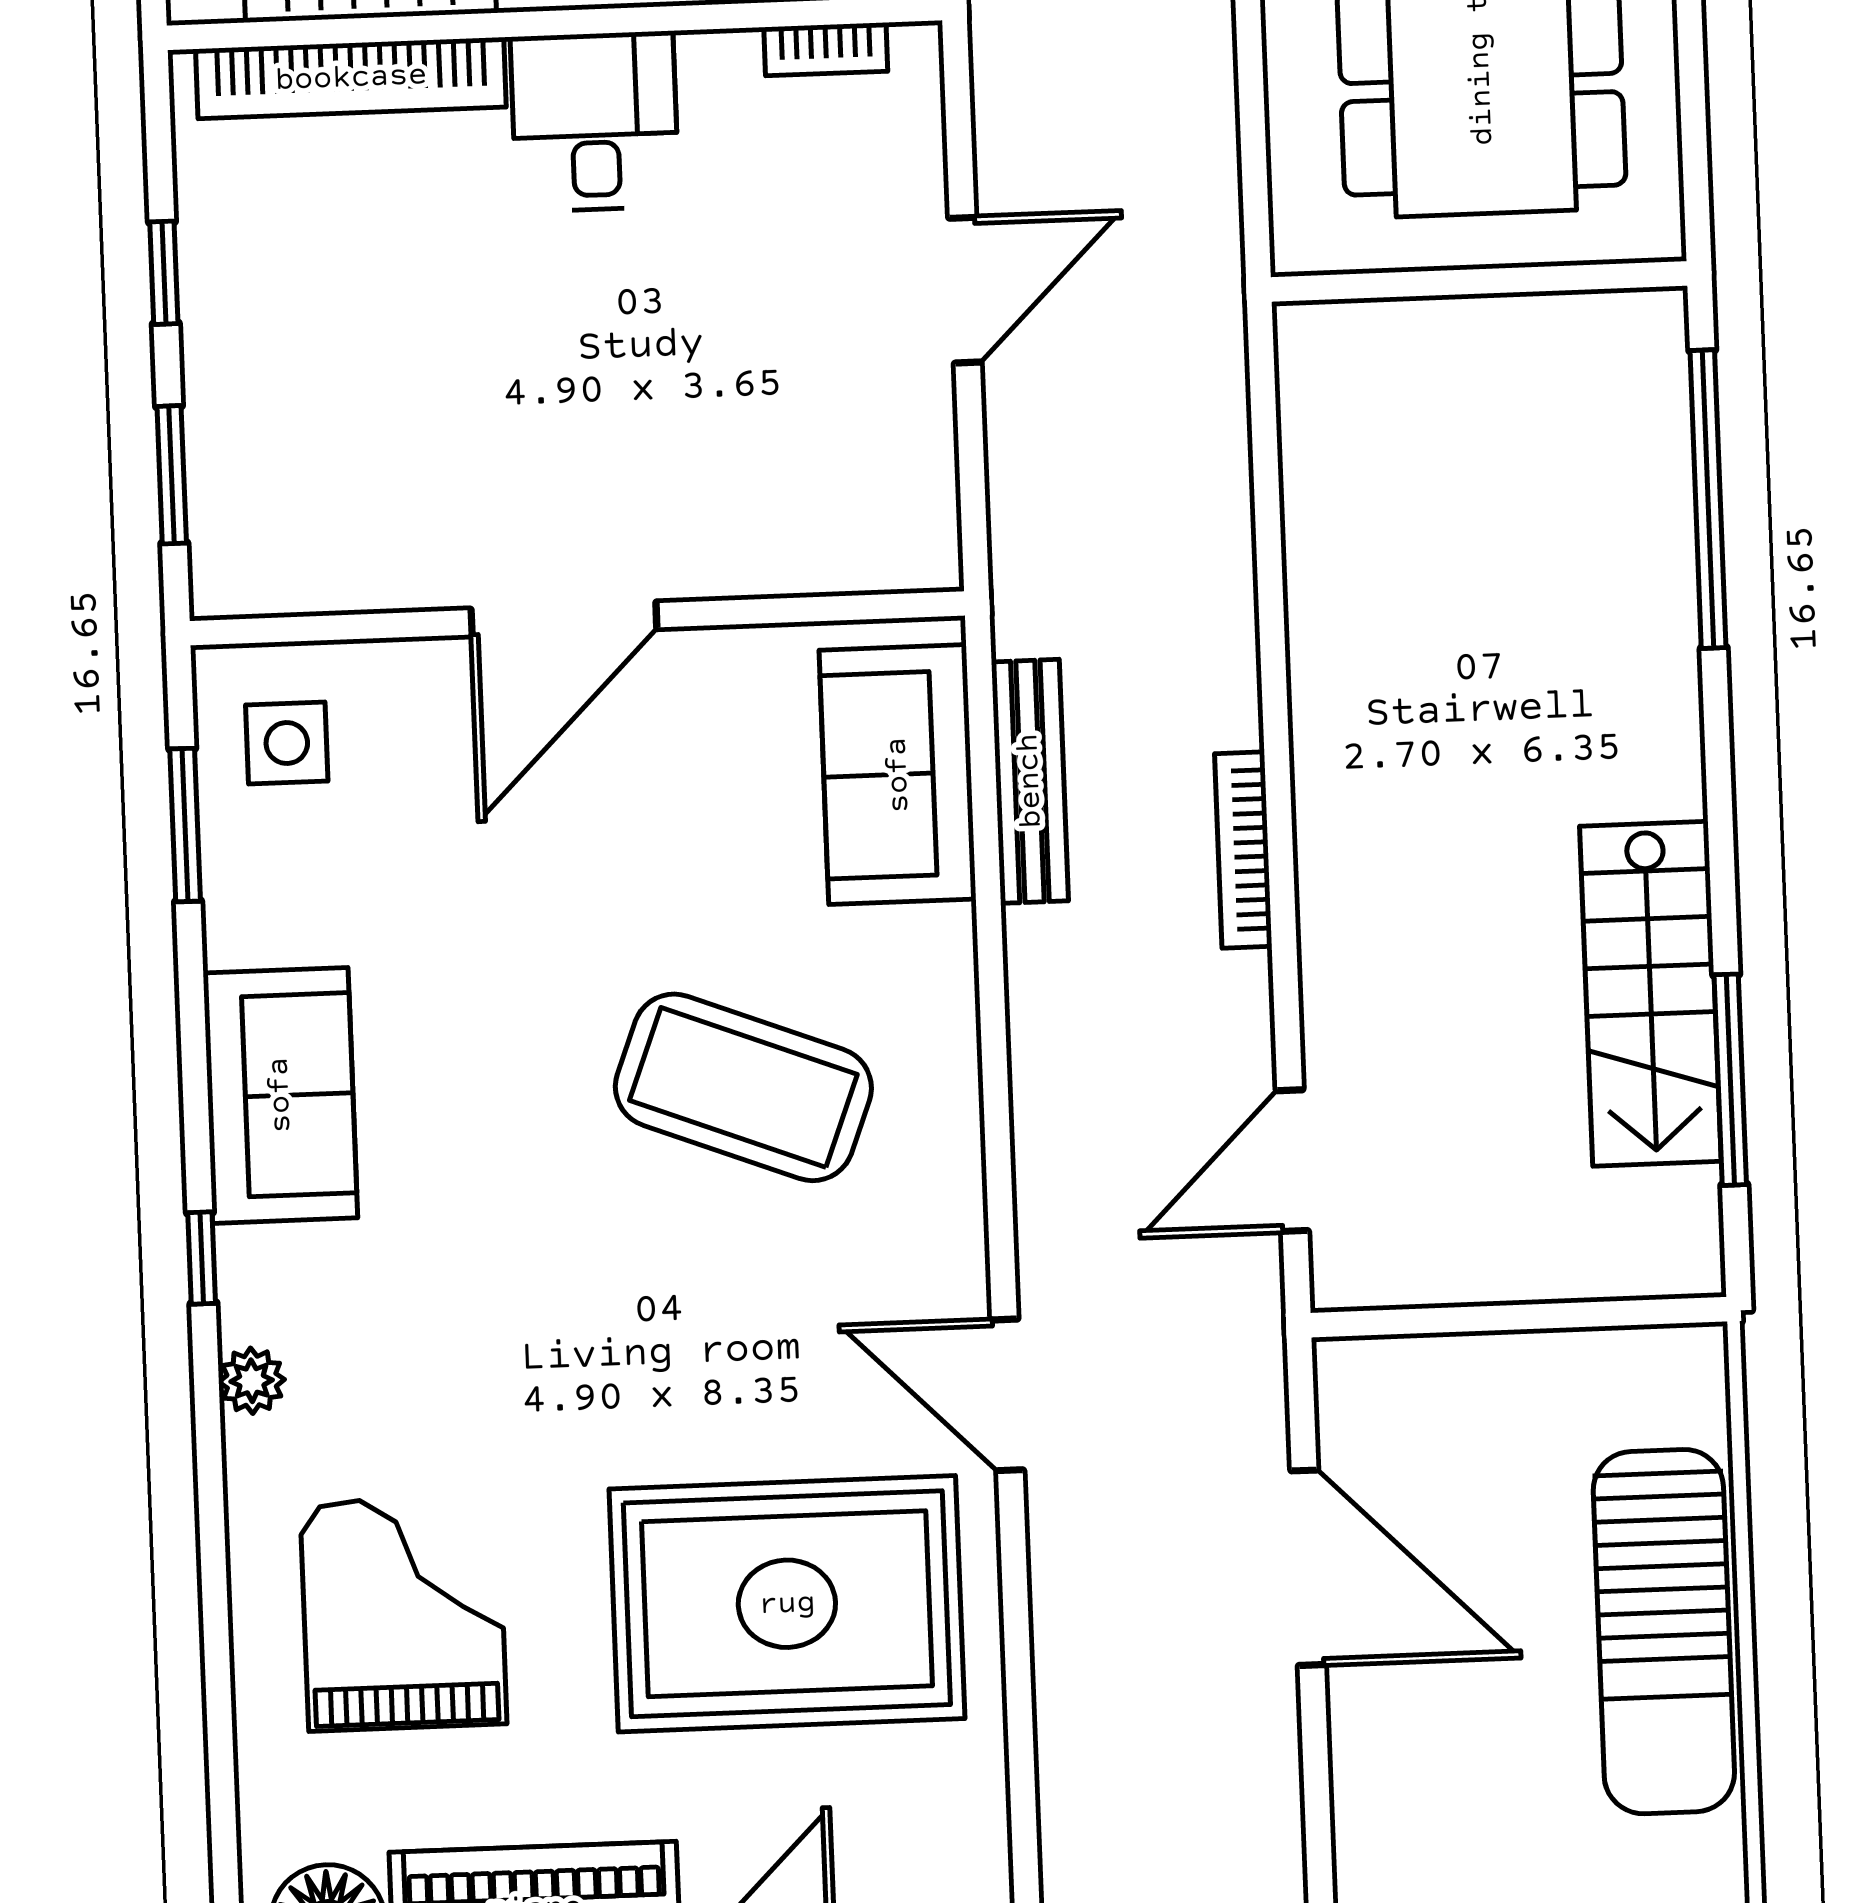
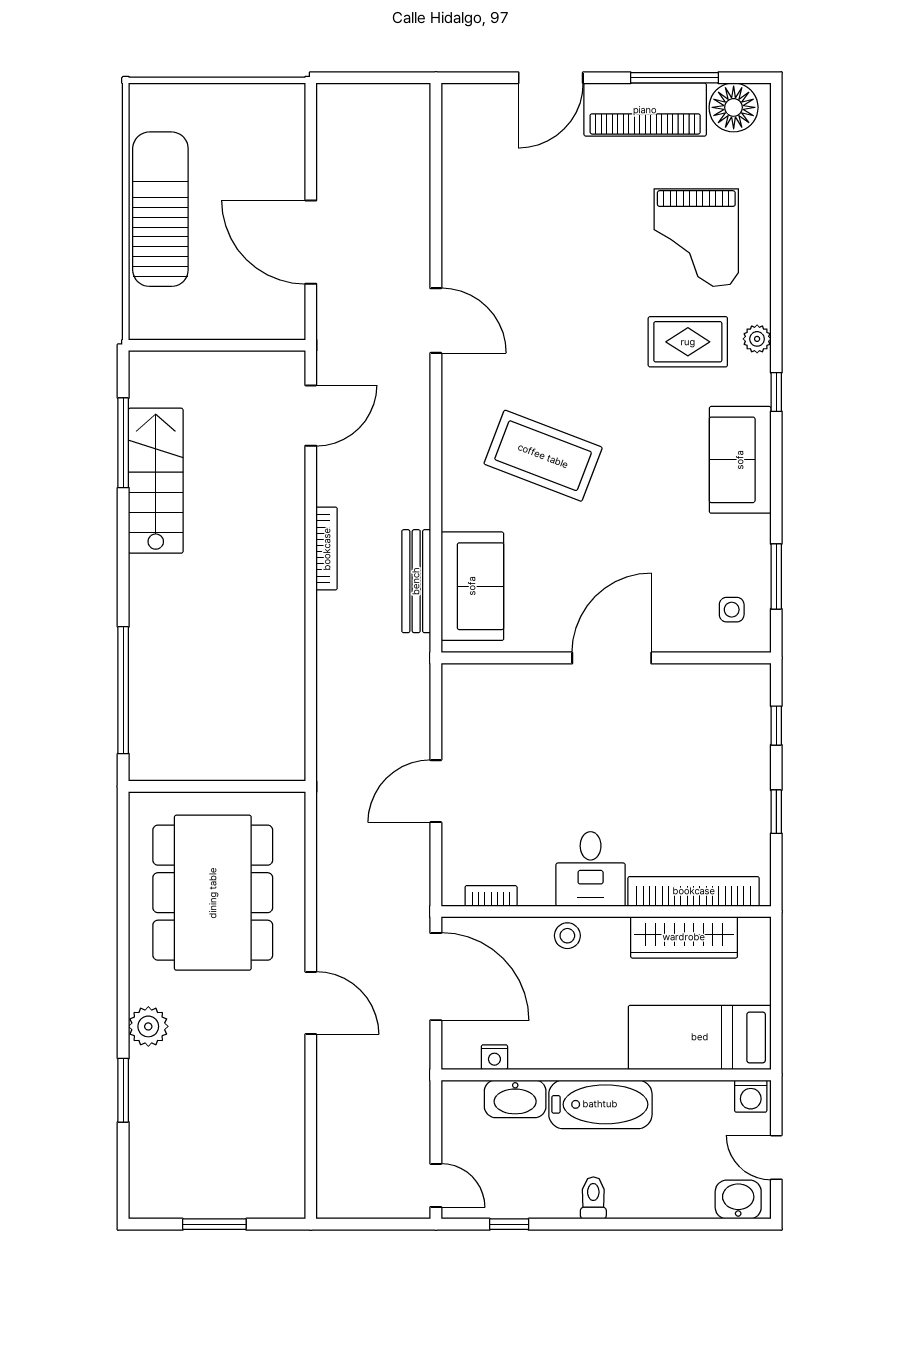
window: (172, 475) -> (776, 726), width x0.67
side table: (287, 743) -> (732, 610), width x0.73, depth x0.73
rug: (787, 1604) -> (688, 342), moved, width x0.54, depth x0.49

